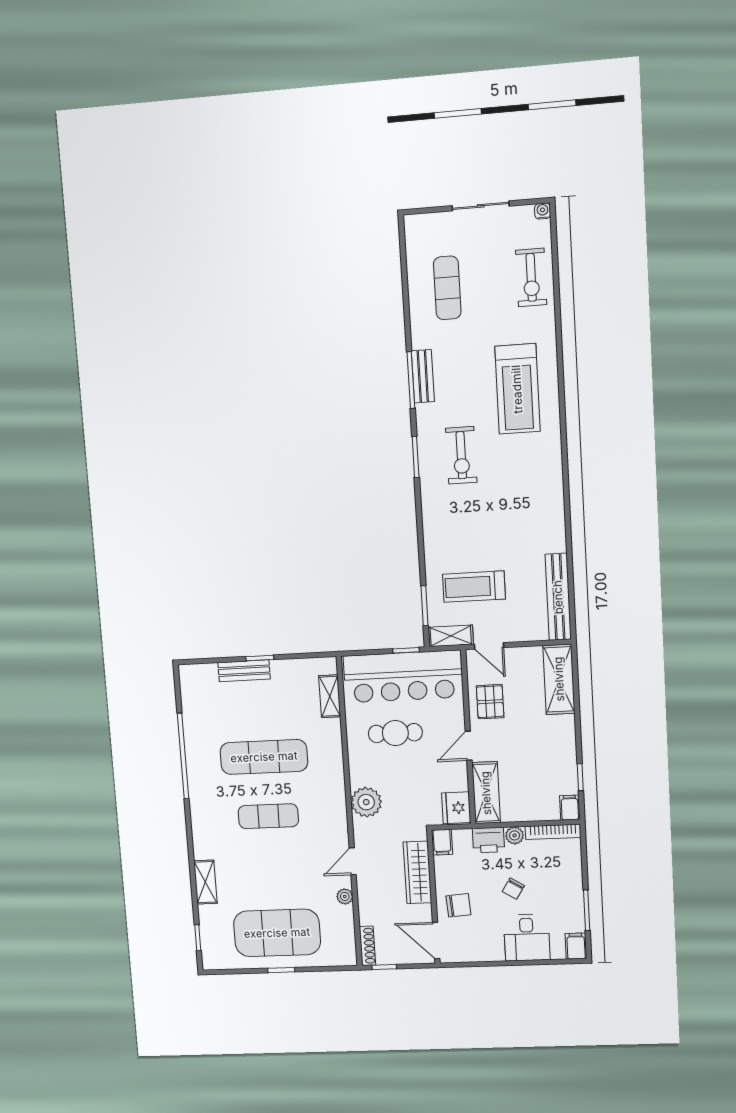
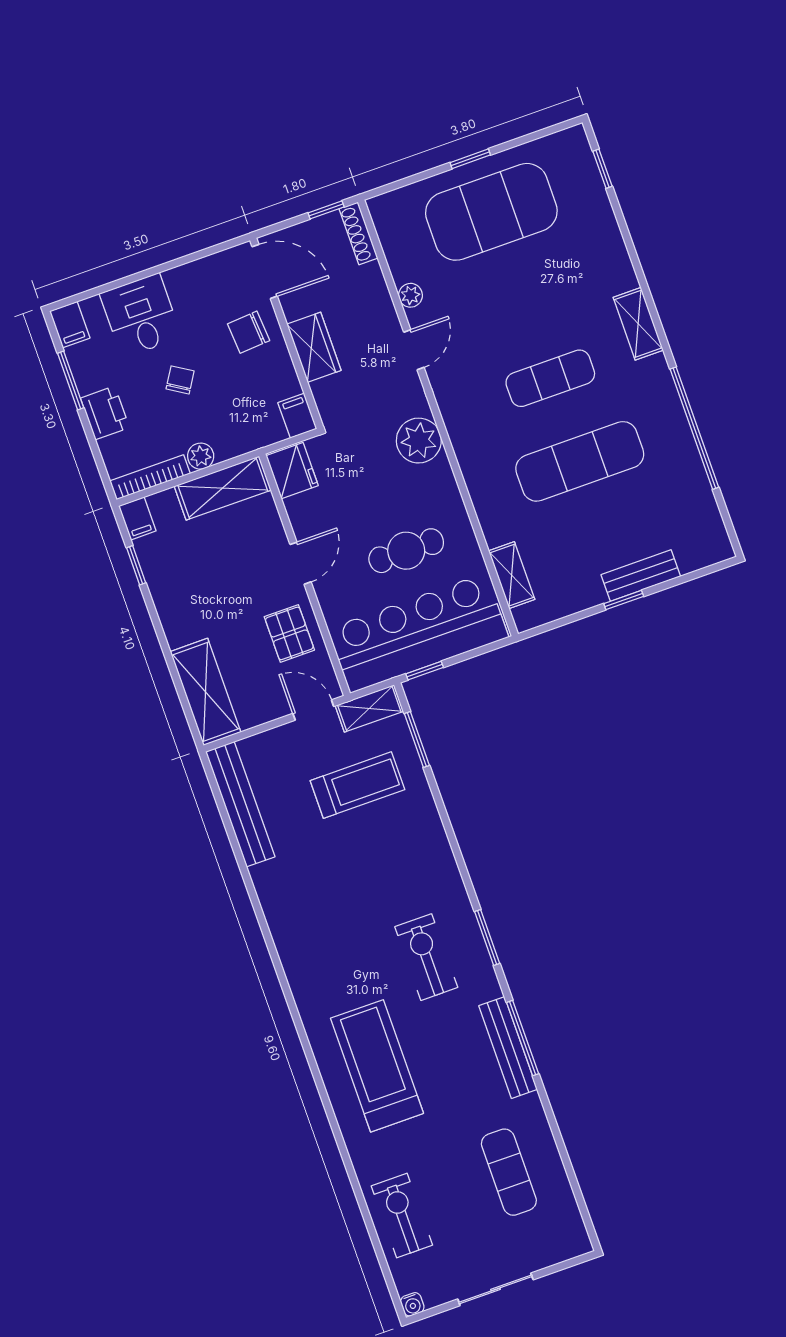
bench: (423, 376) -> (508, 1048), width x1.36
shelving: (486, 793) -> (223, 488), moved, turned 90
printer: (488, 840) -> (105, 413), moved, turned 90
wardrobe: (417, 872) -> (314, 347), width x0.67
shelving: (205, 882) -> (638, 324), moved

